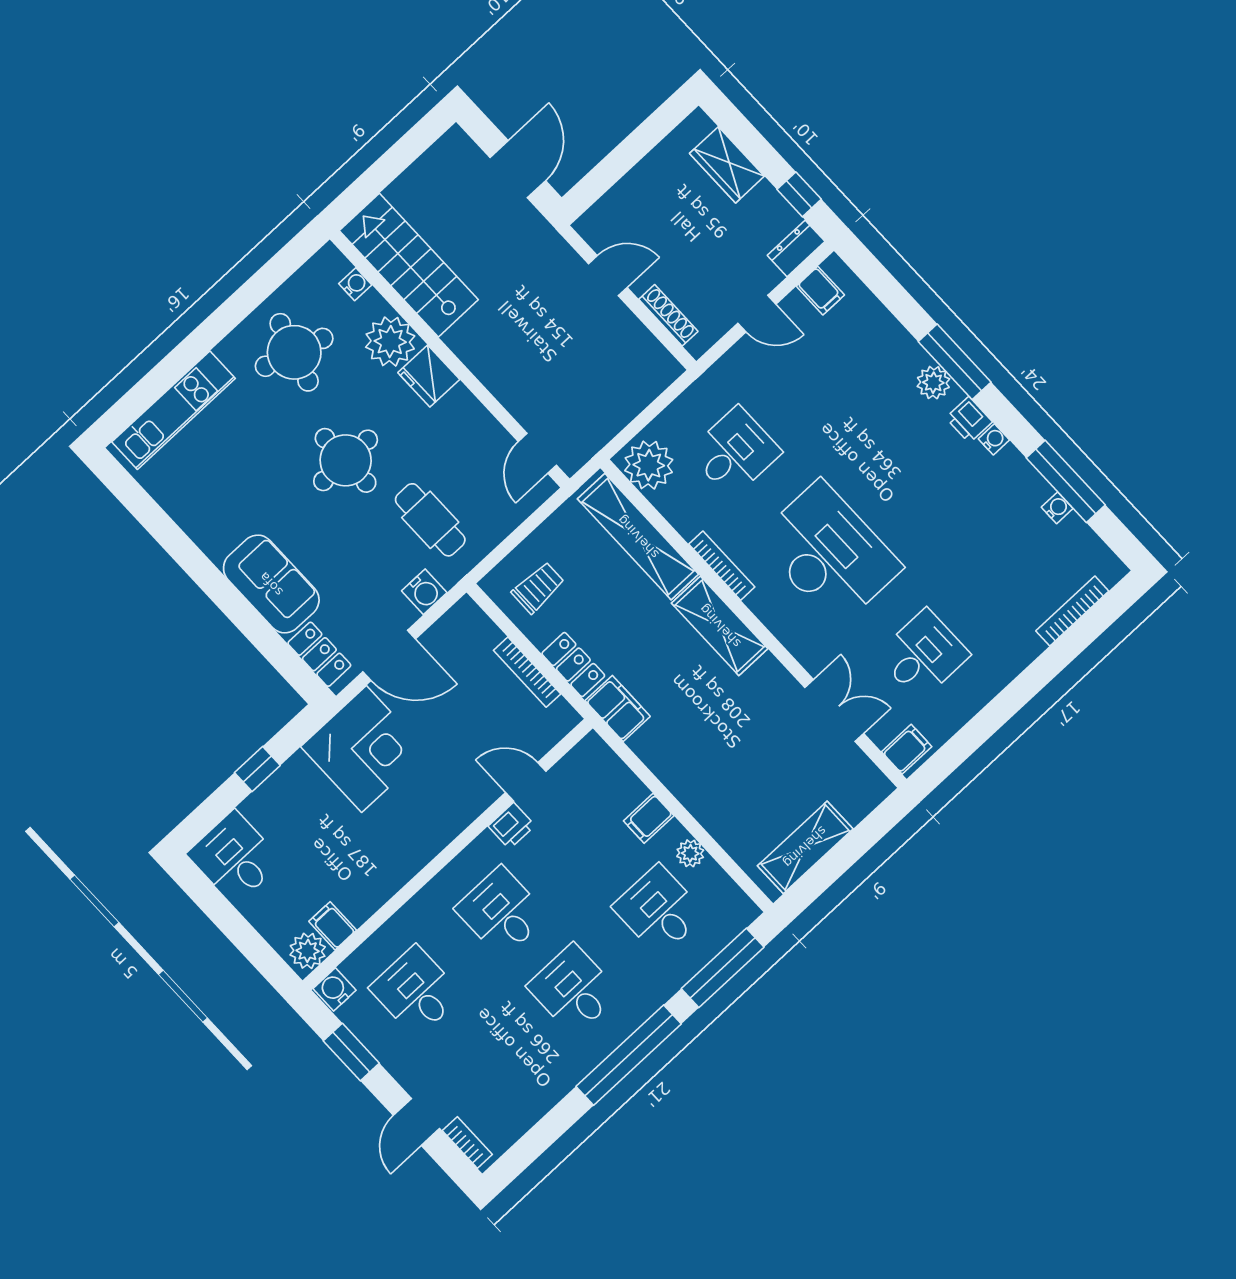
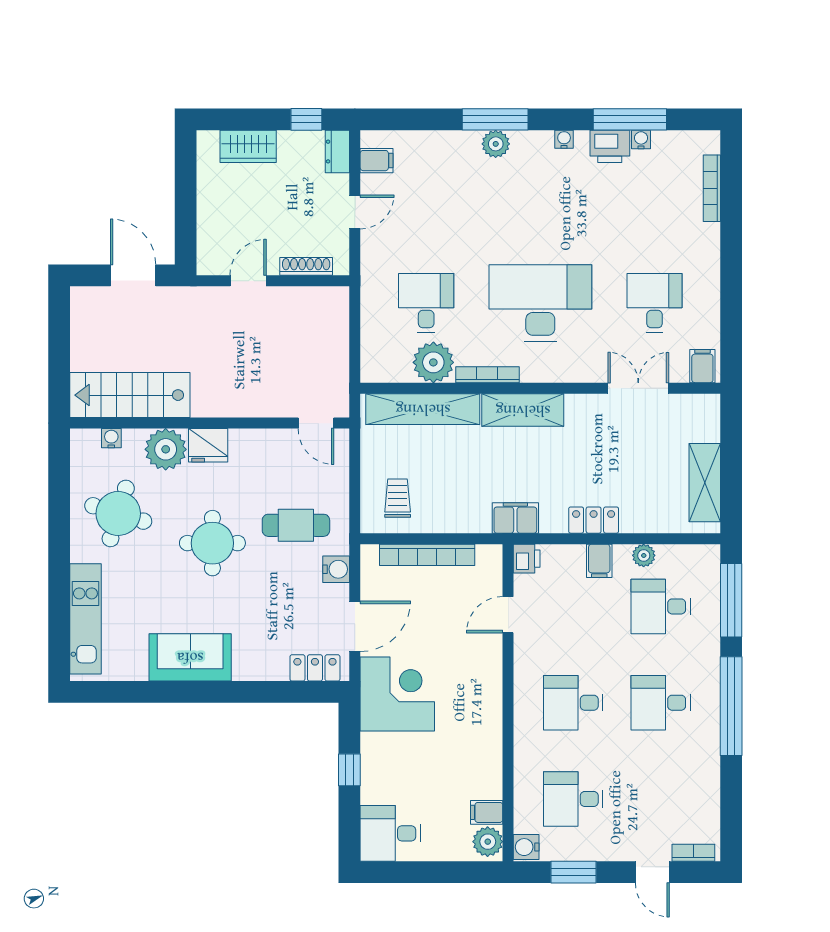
printer: (969, 420) -> (610, 146), moved, width x1.36, depth x1.24
plant: (649, 465) -> (433, 362), moved
sofa: (271, 584) -> (190, 657), moved
locker: (573, 665) -> (594, 520), moved
bookcase: (527, 672) -> (427, 555), width x1.48, depth x1.31
printer: (512, 826) -> (527, 559), moved

